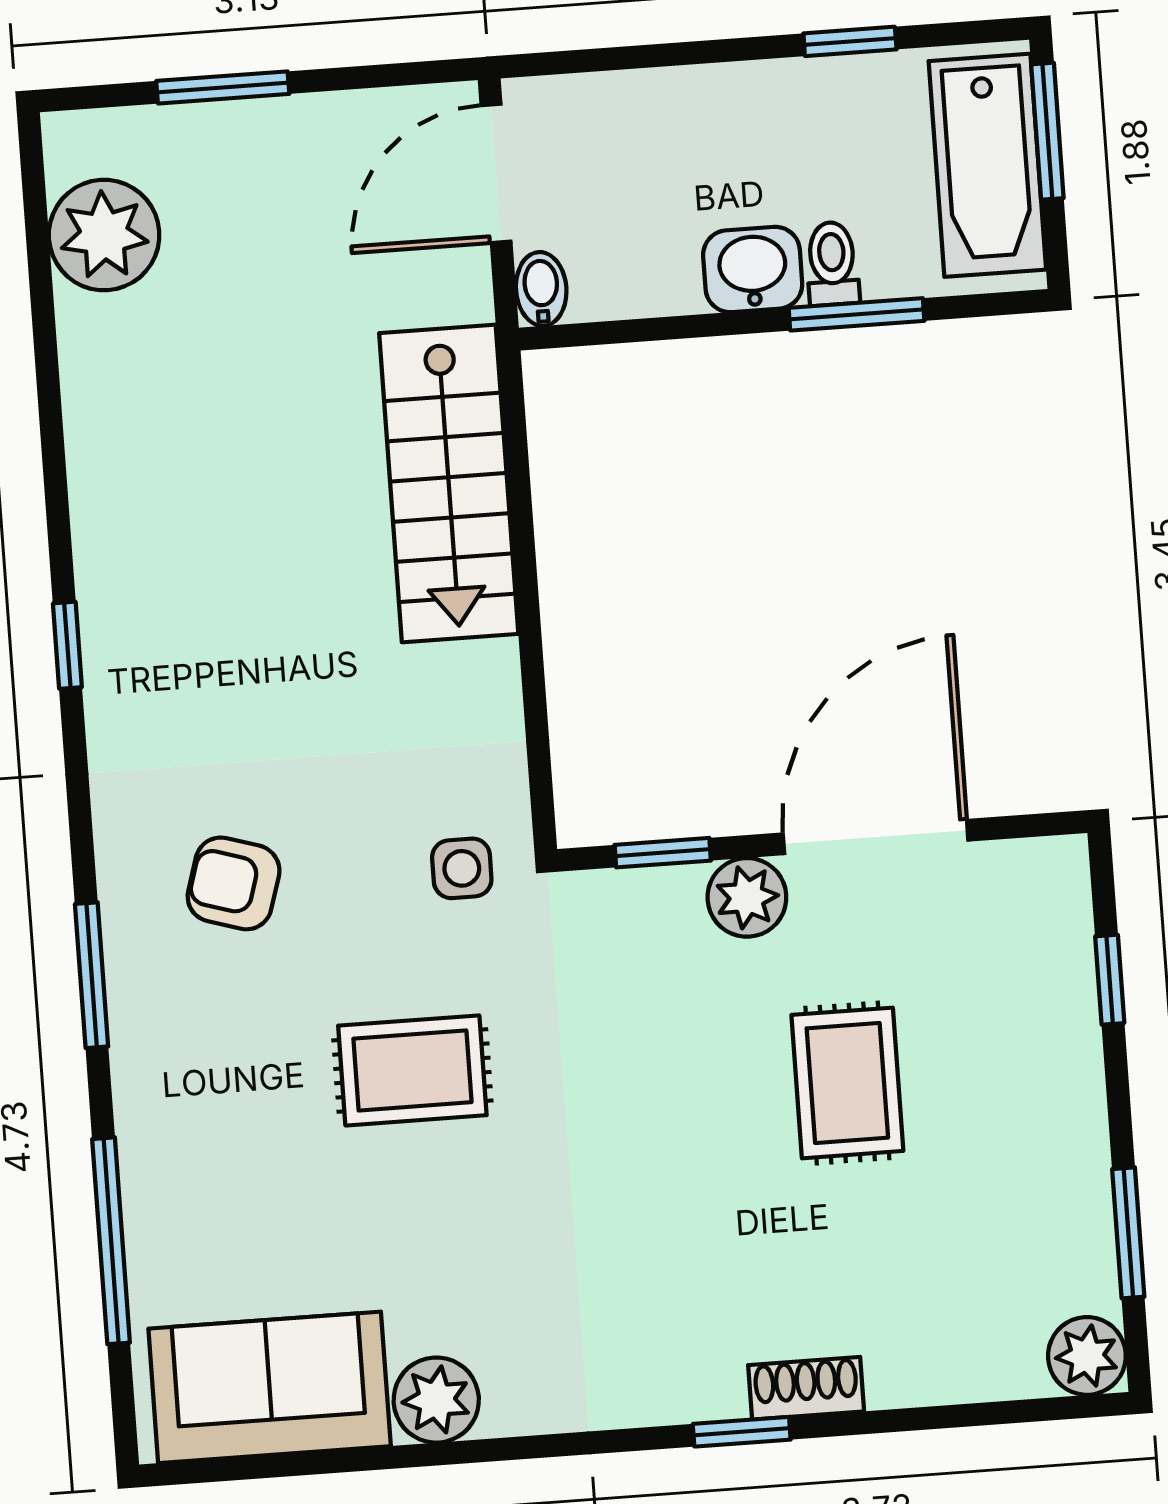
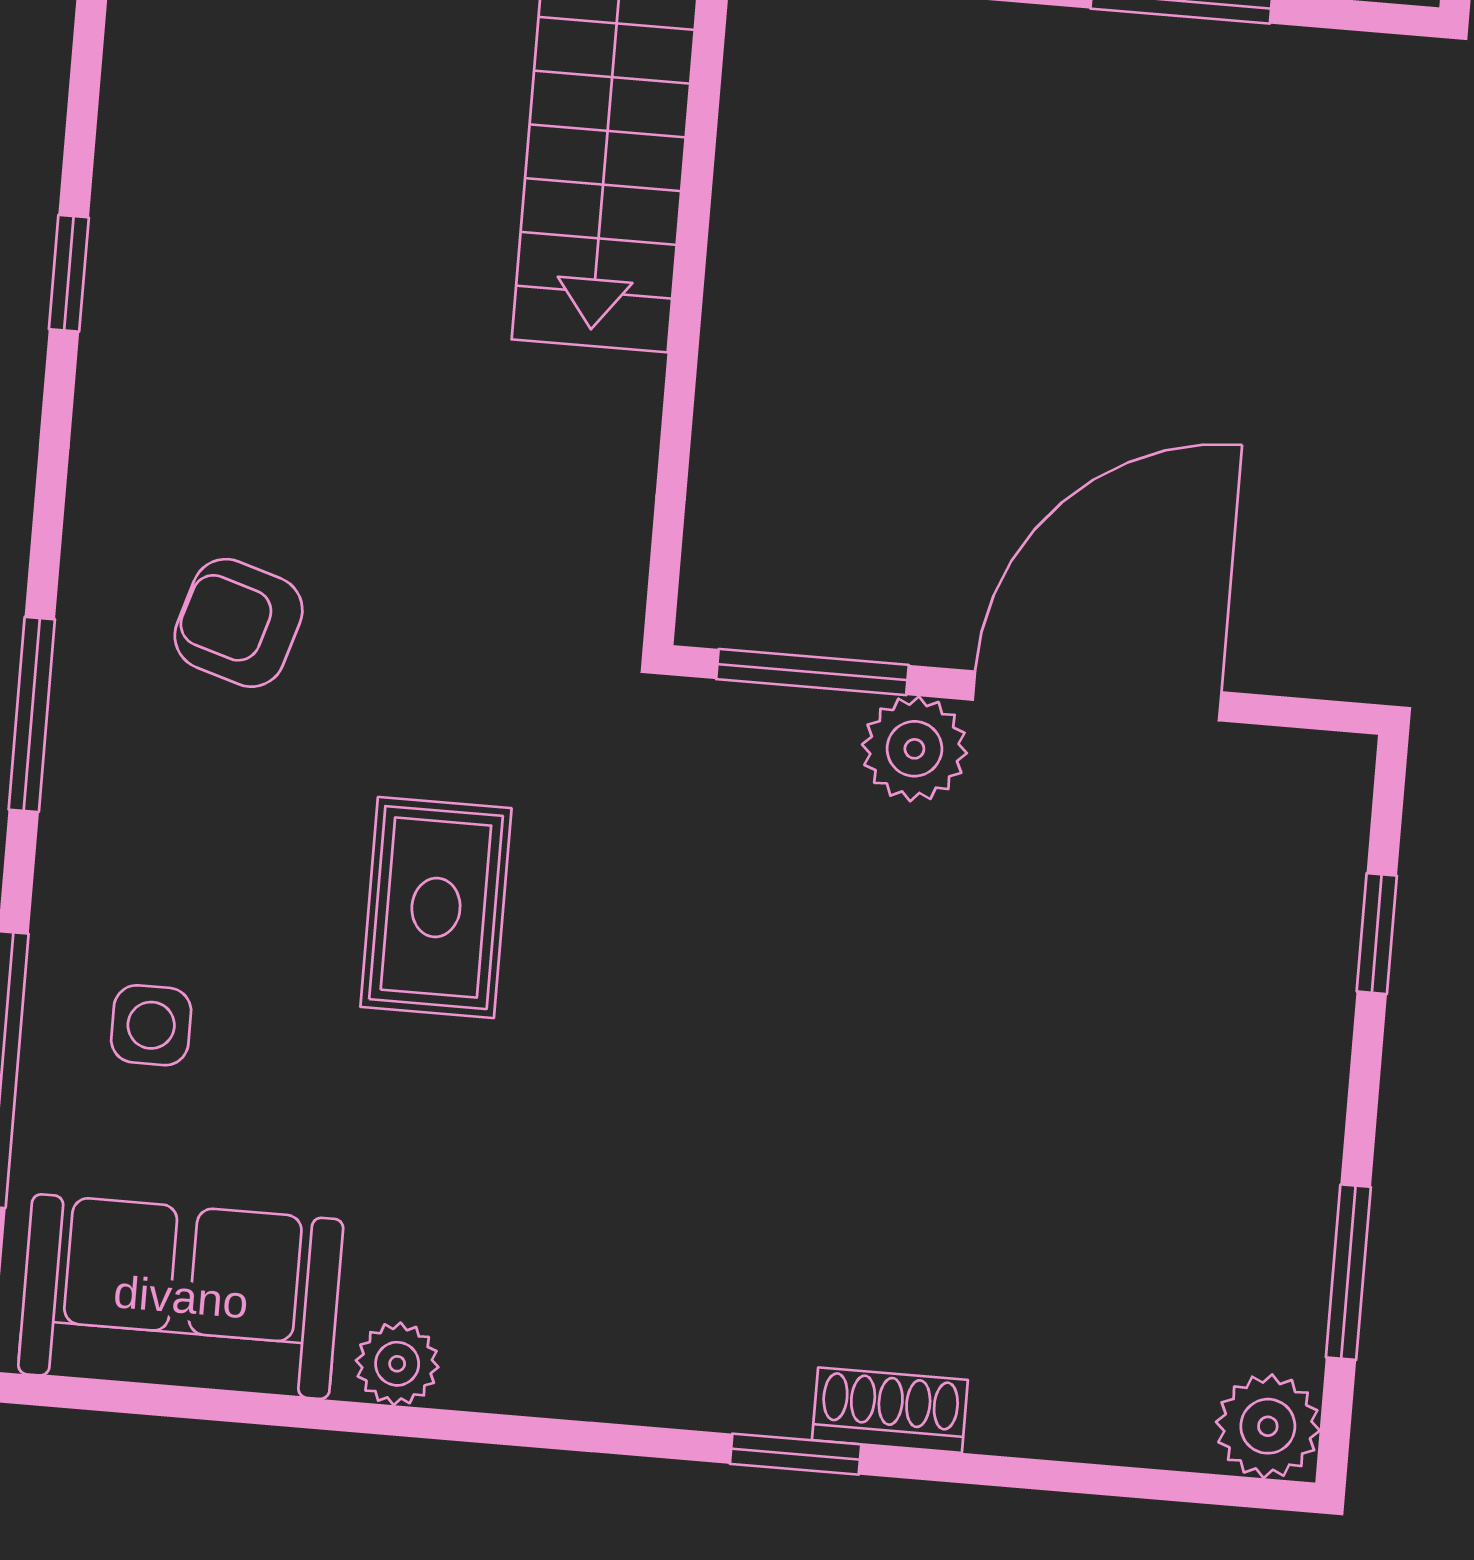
window: (663, 853) -> (812, 672), width x1.50
side table: (462, 868) -> (151, 1025), moved
rug: (412, 1070) -> (436, 908), turned 90
rug: (847, 1083) -> (1008, 1015), removed
plant: (436, 1400) -> (397, 1364), width x0.73, depth x0.73

